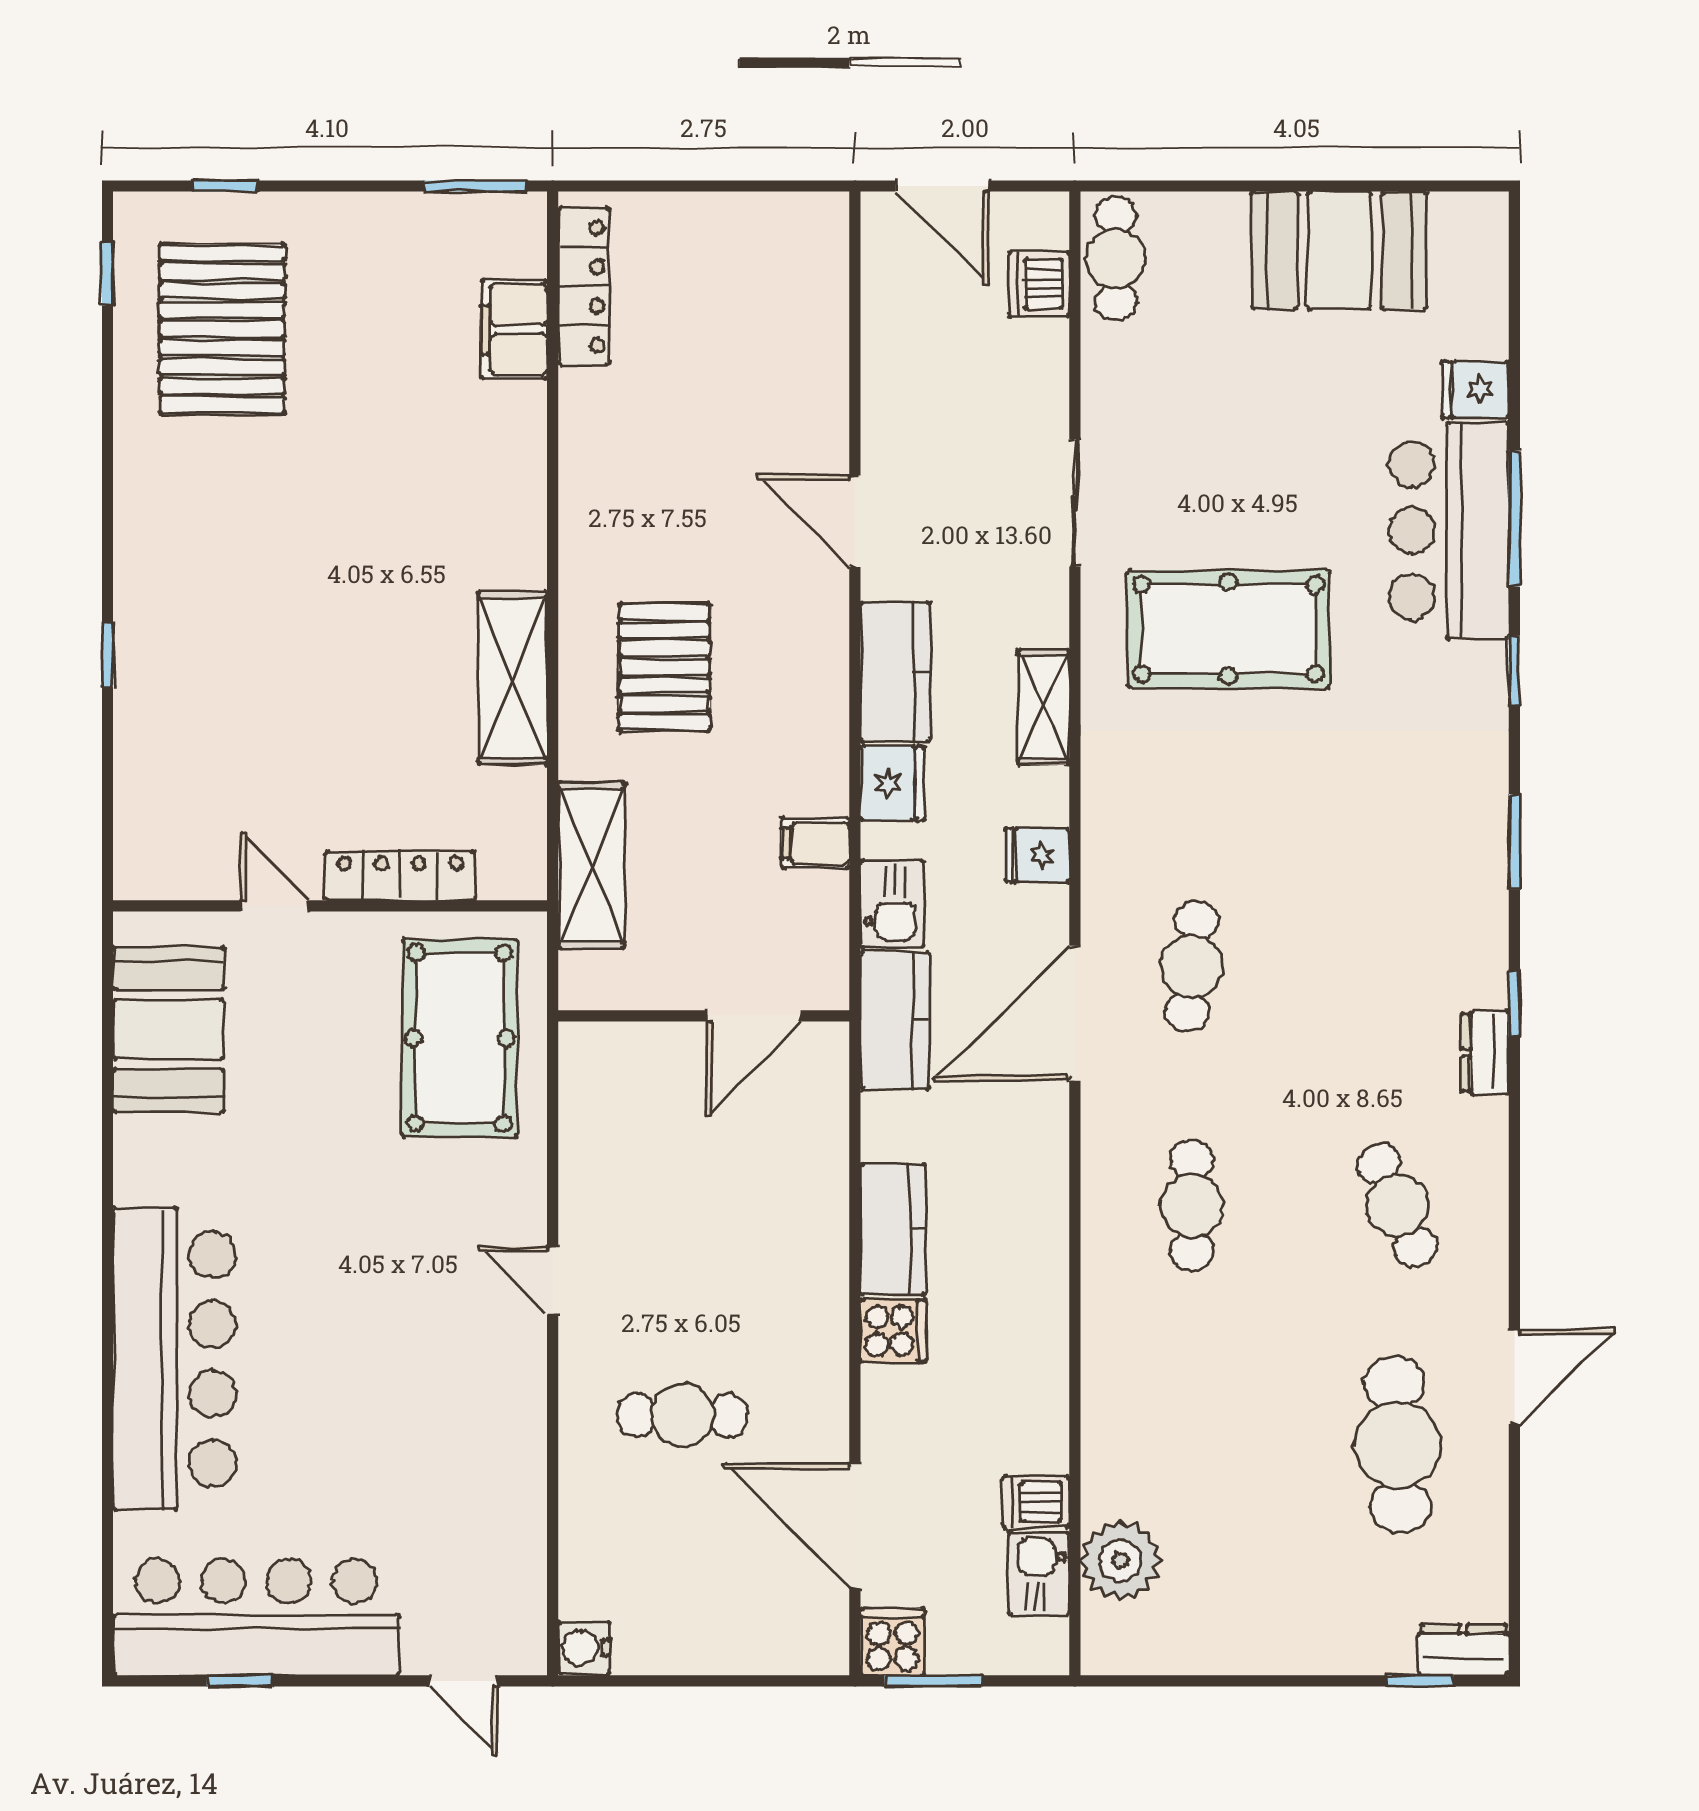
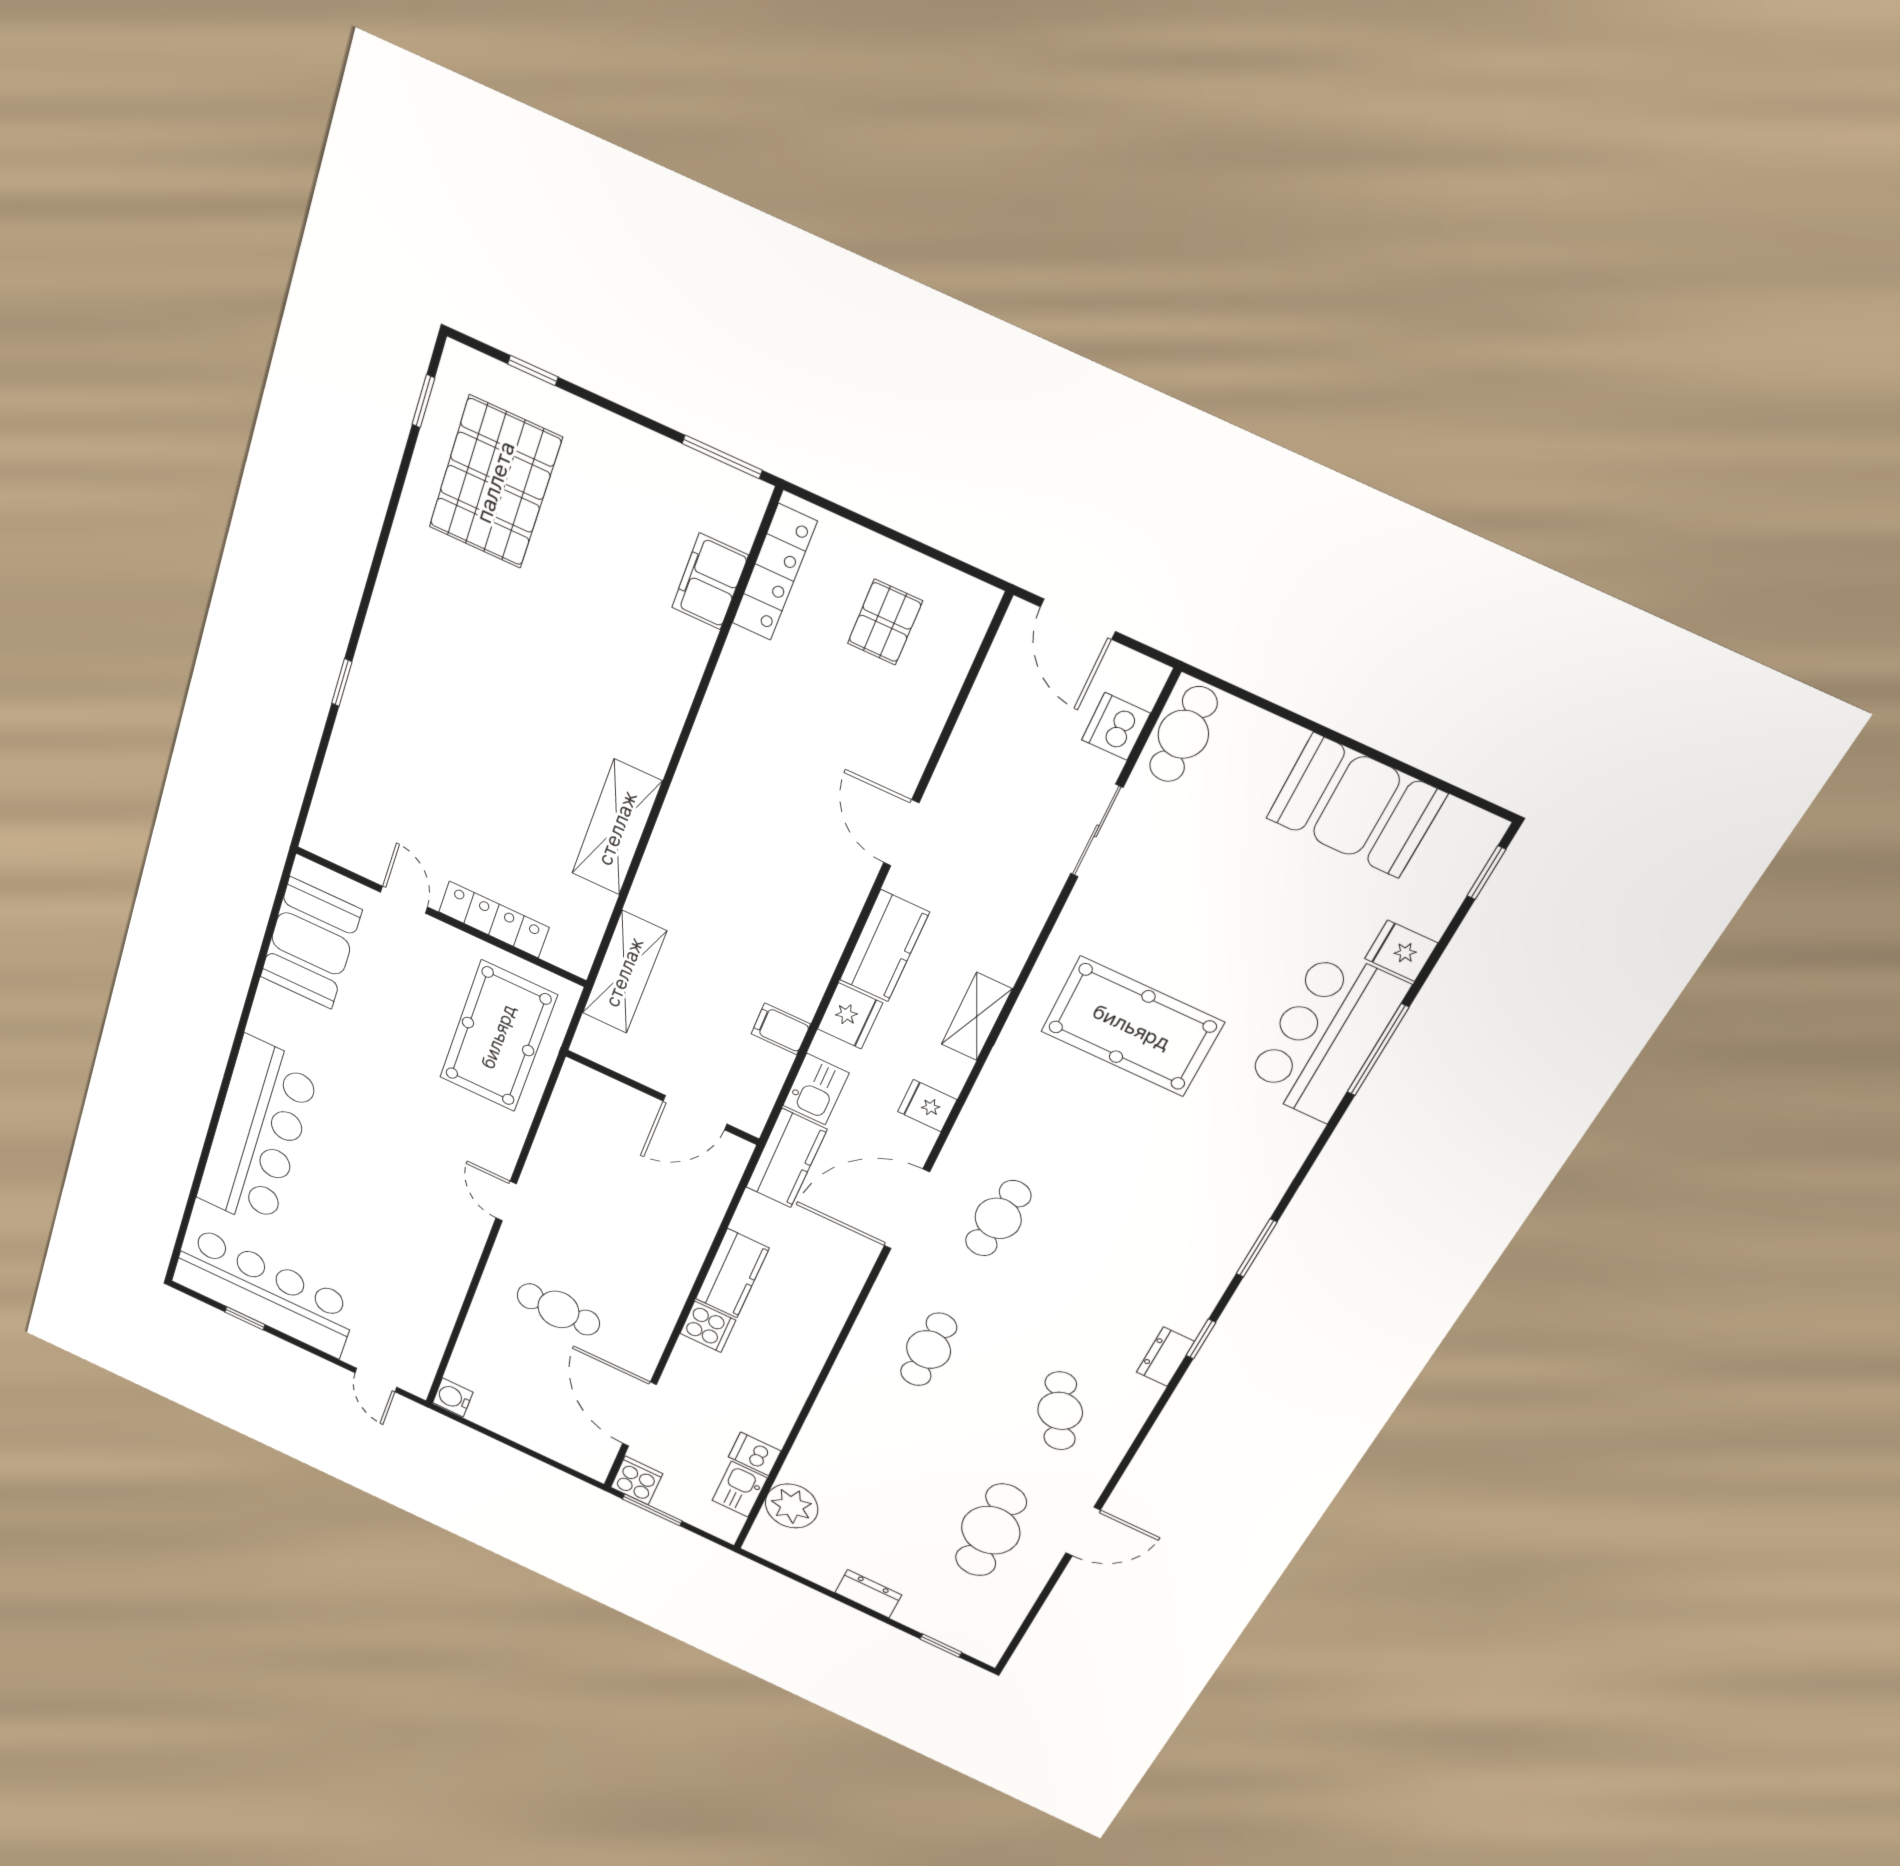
sliding door: (1075, 503) -> (1097, 831), moved
pallet: (664, 667) -> (885, 622), moved, width x0.67, depth x0.71
window: (1514, 671) -> (1486, 873), moved
dresser: (1464, 1650) -> (868, 1594), moved

